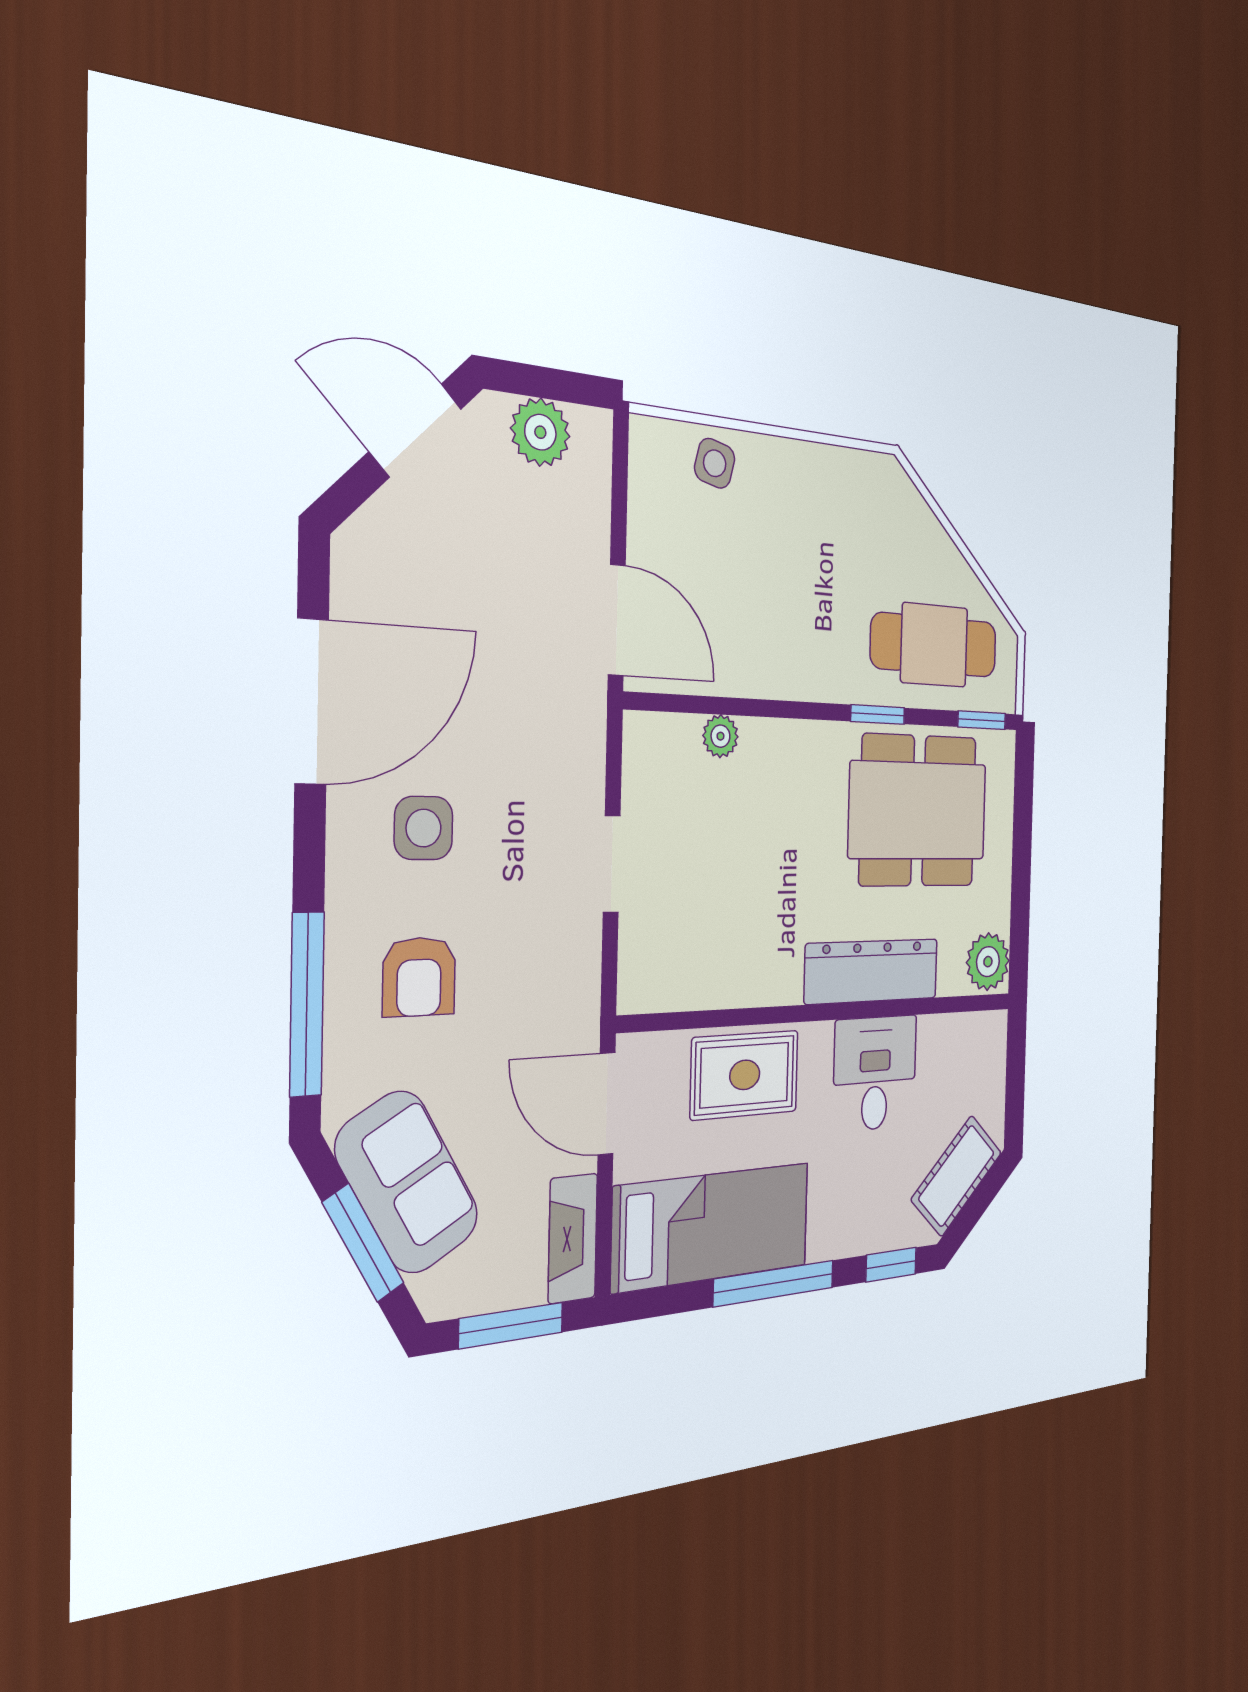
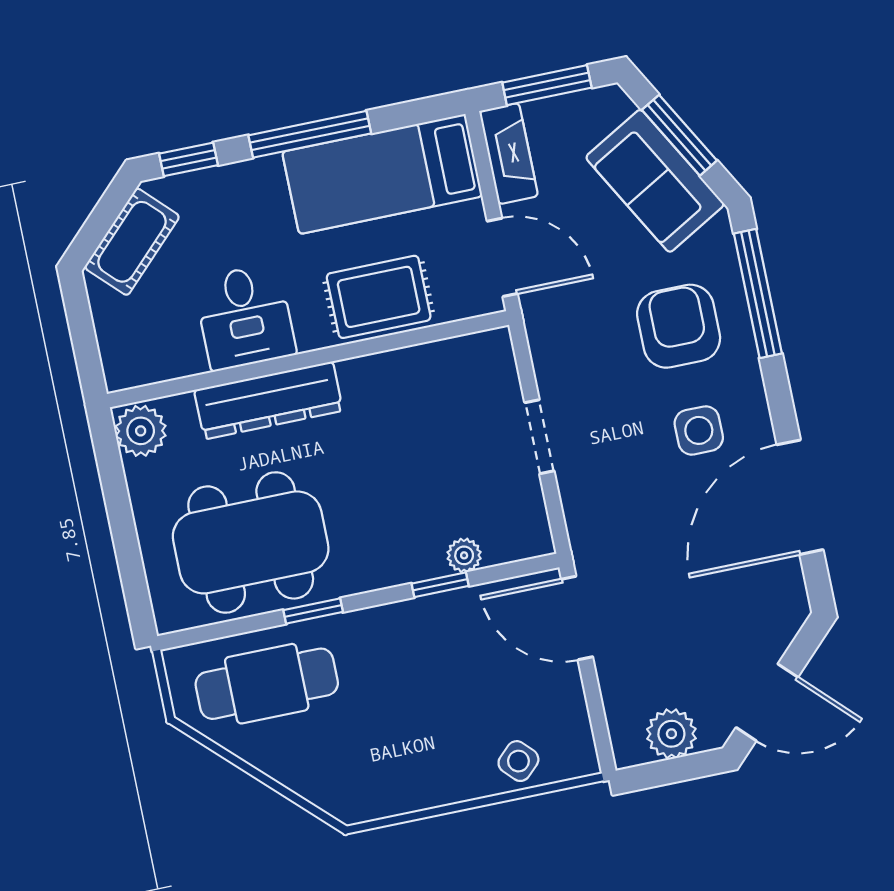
side table: (715, 463) -> (518, 761), turned 32
window: (982, 720) -> (440, 585), moved
armchair: (419, 977) -> (679, 326), width x1.38, depth x1.38

